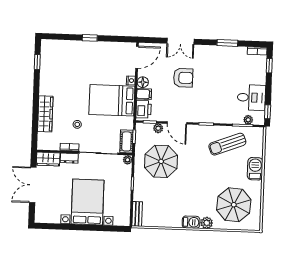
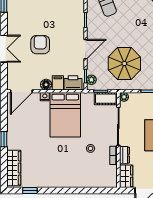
door: (137, 57) -> (21, 91), swing flipped
wardrobe: (45, 114) -> (14, 168), moved, turned 90
plant: (158, 128) -> (91, 80), moved

